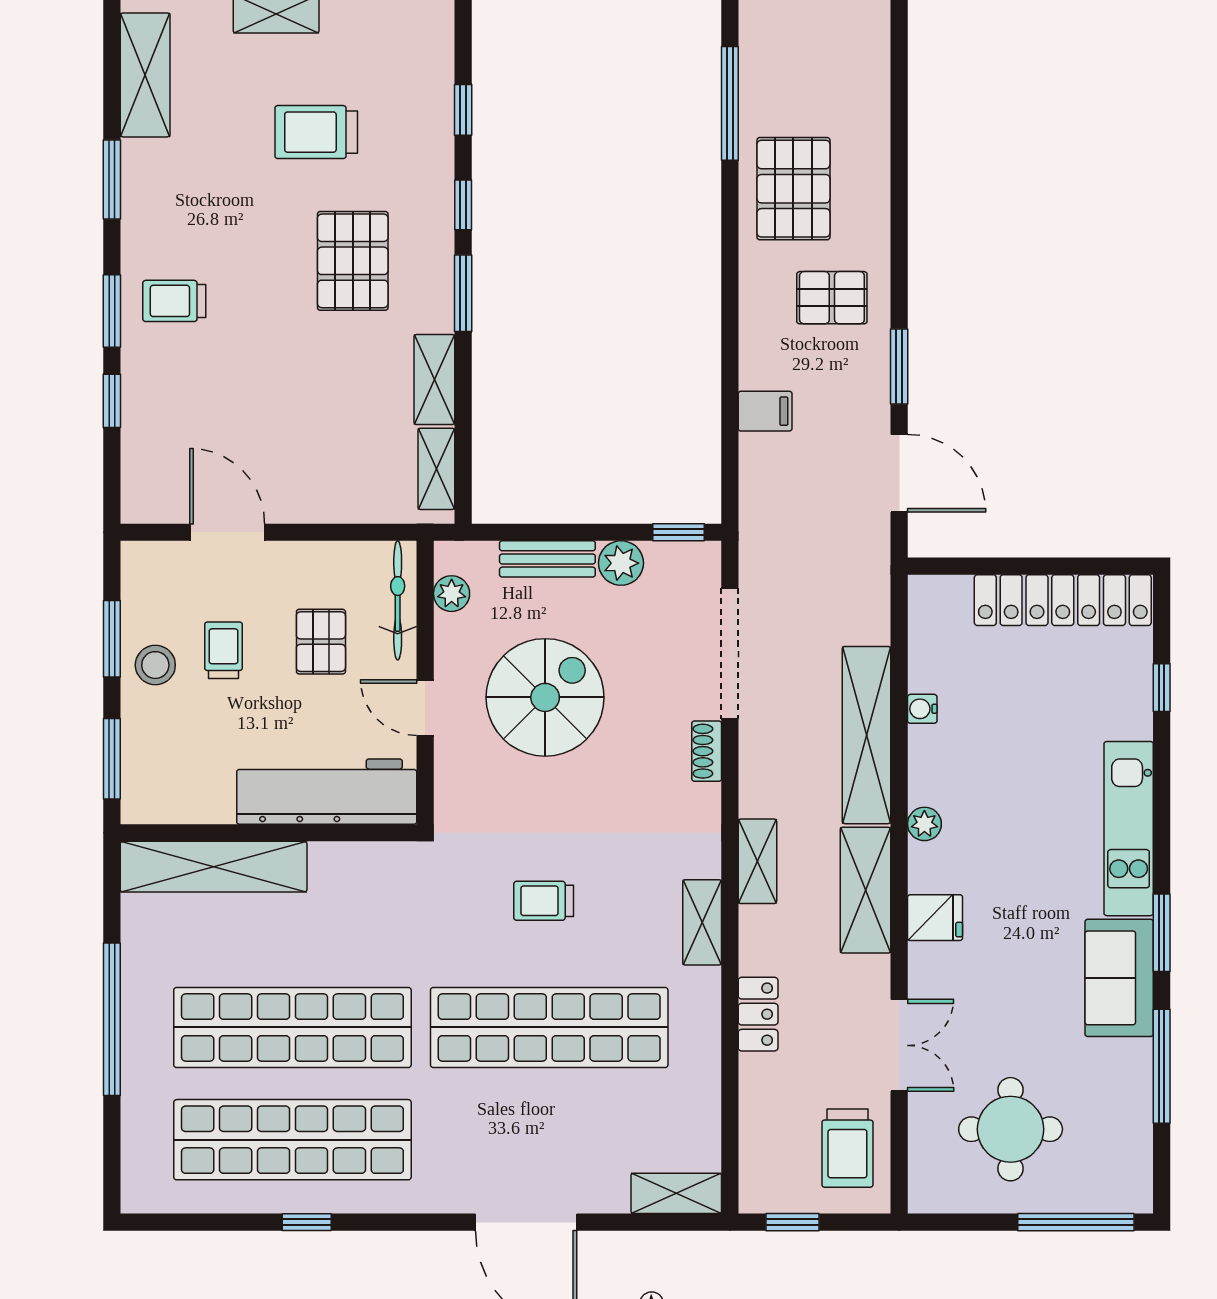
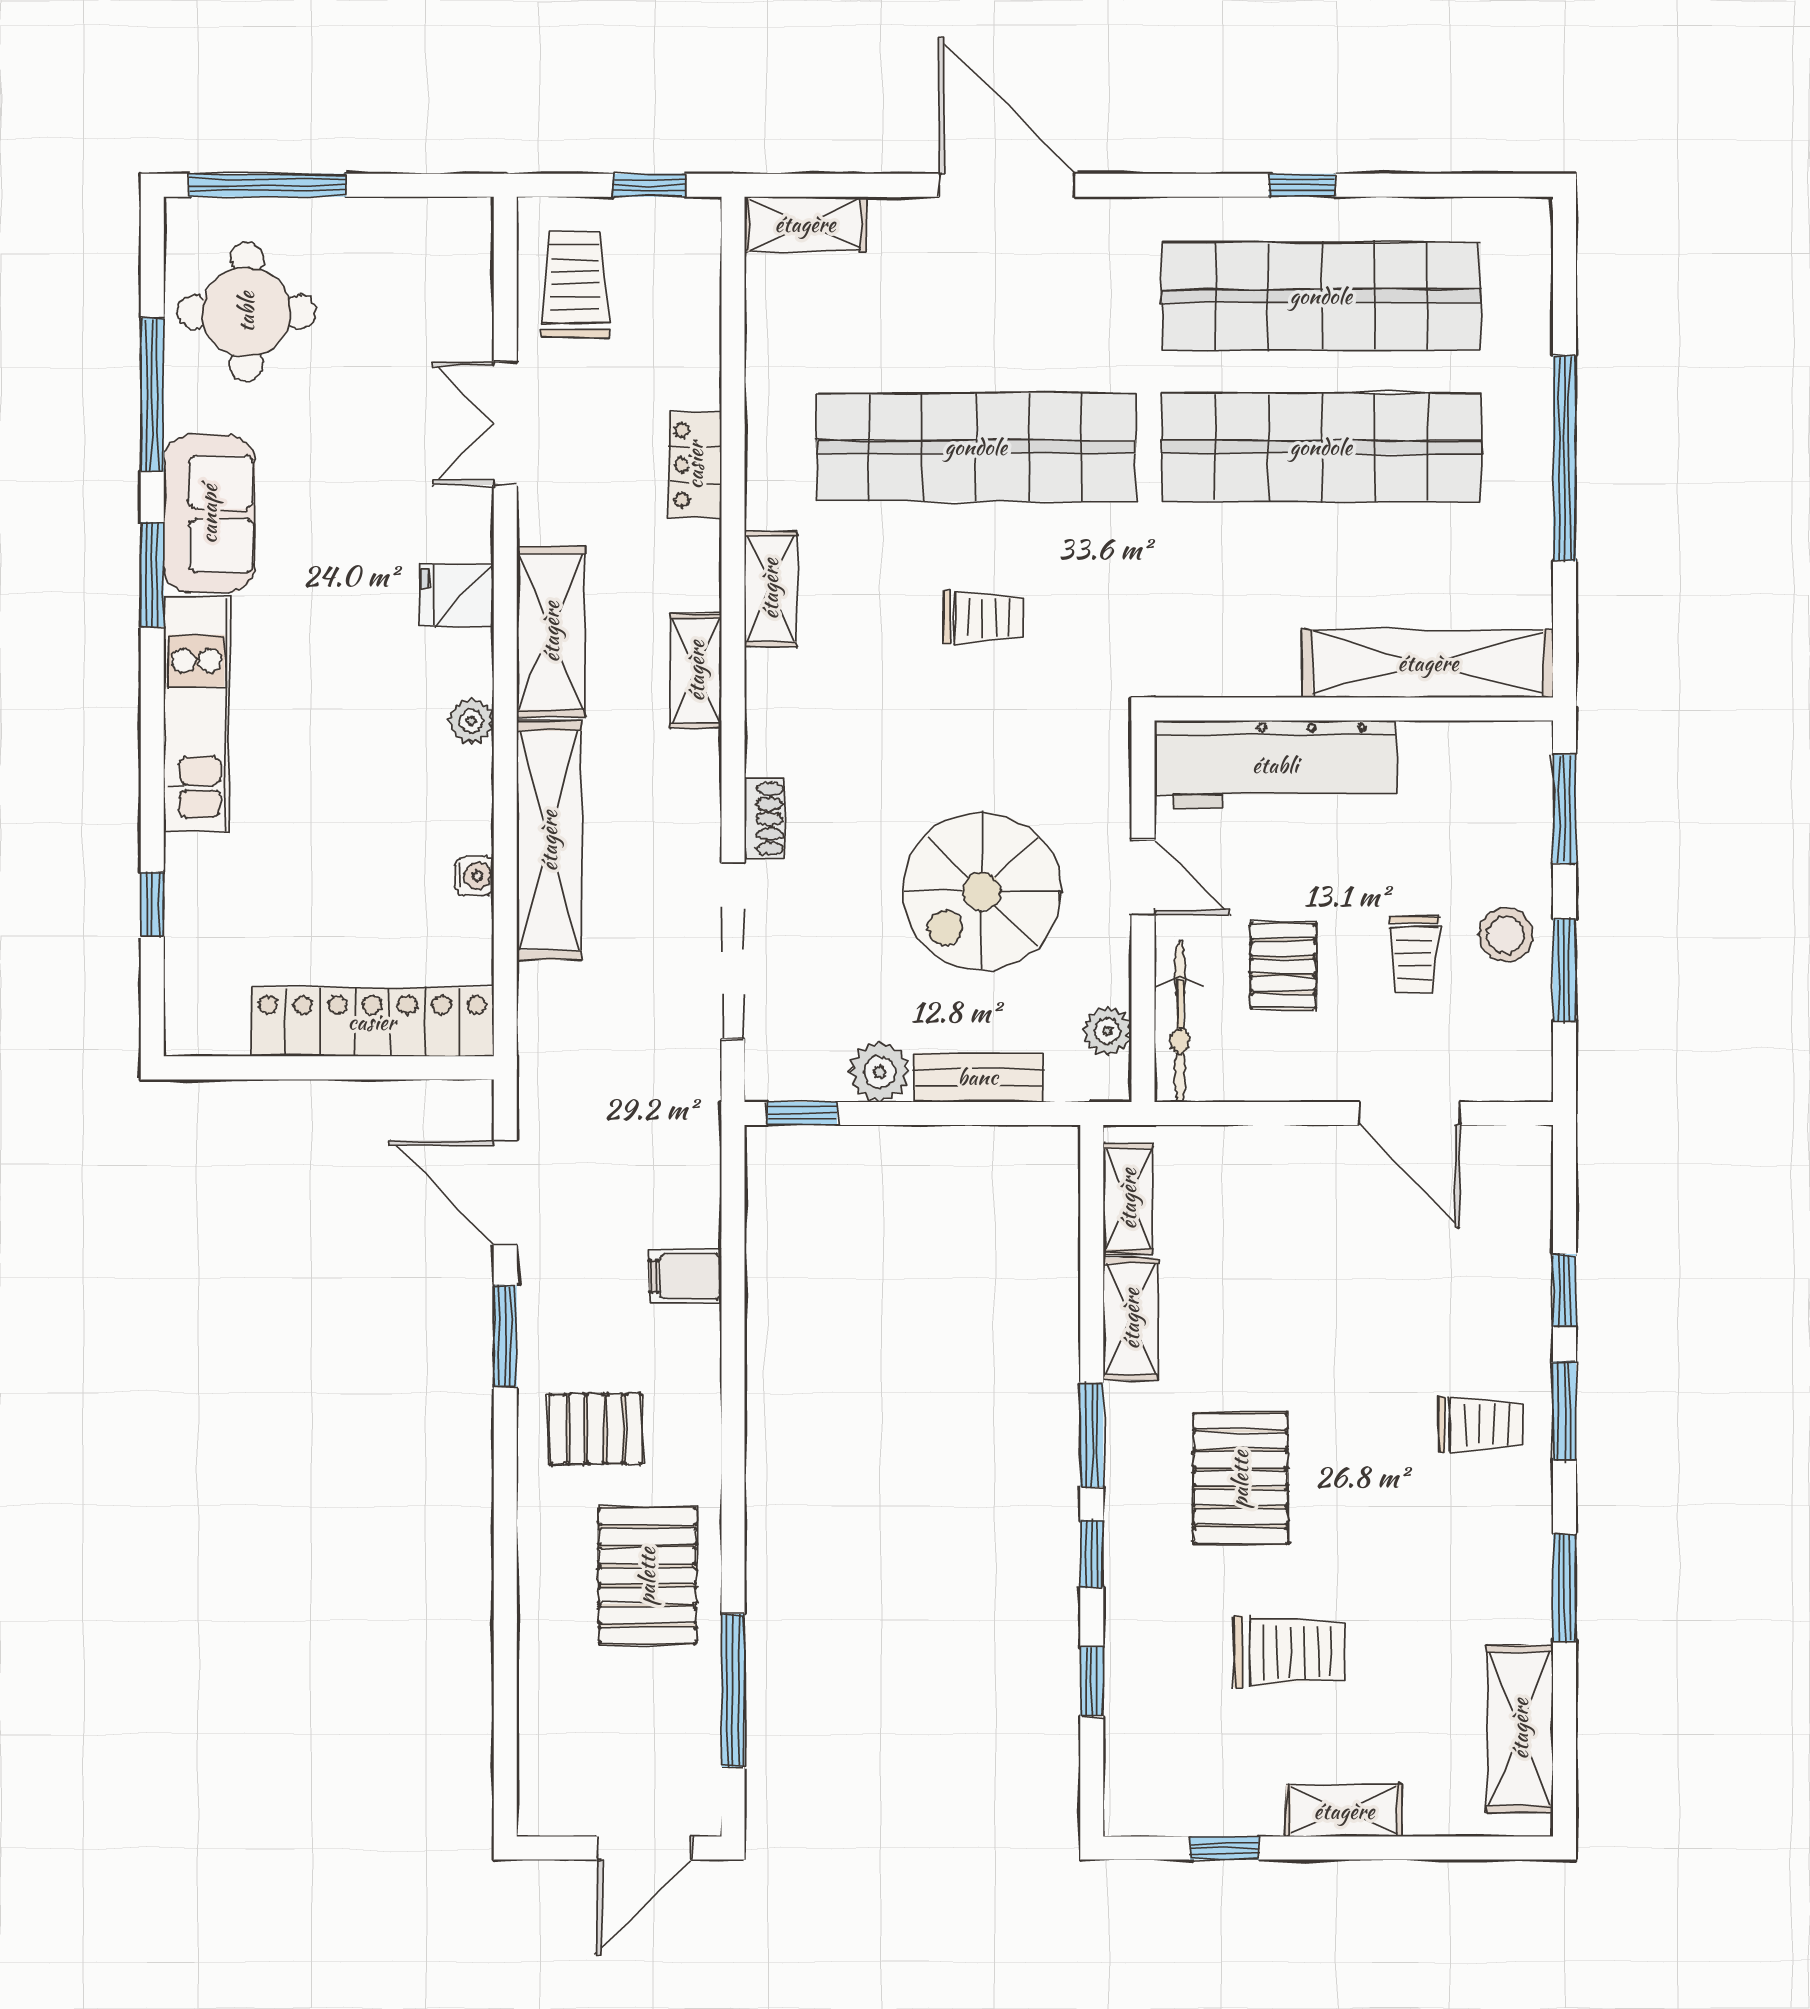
locker: (1063, 600) -> (372, 1022), moved
round table: (1011, 1129) -> (246, 312), moved

